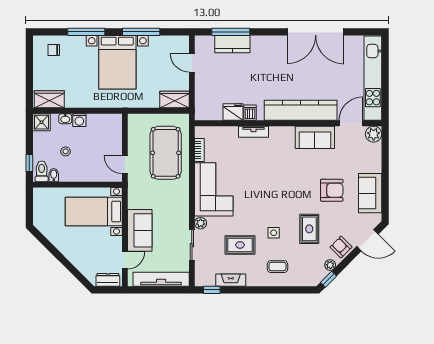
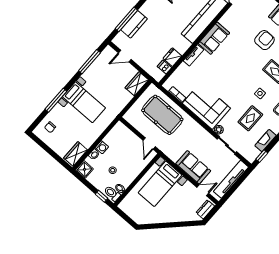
window: (141, 32) -> (89, 62), moved
bed with nightstands: (117, 62) -> (84, 102), width x0.73
dishwasher: (250, 113) -> (164, 67), moved
sofa: (315, 137) -> (214, 38), moved
door: (125, 165) -> (149, 144), hinge flipped
door: (125, 260) -> (203, 190), hinge flipped

